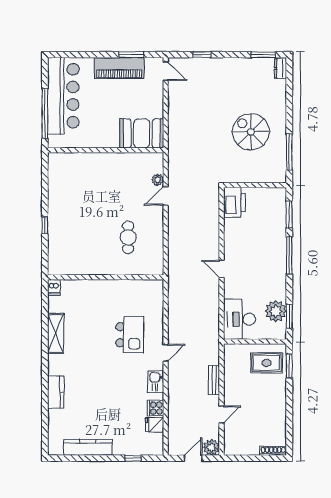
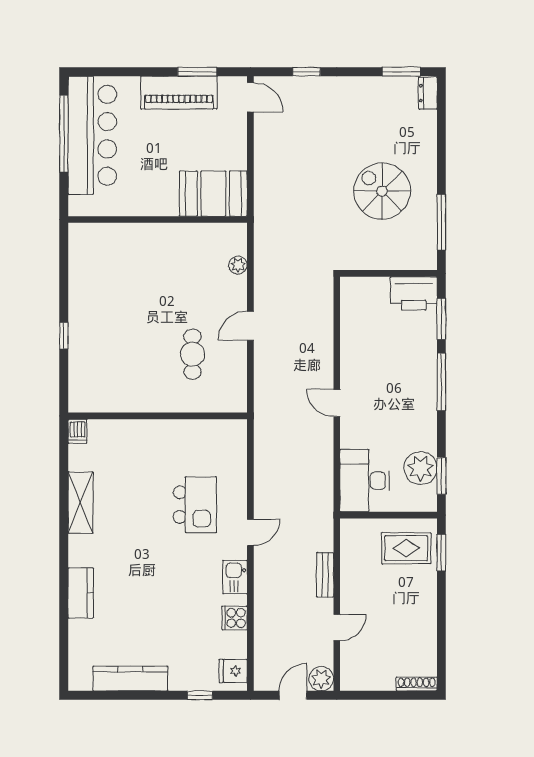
window: (45, 114) -> (64, 134), moved
door: (166, 196) -> (250, 326), moved
printer: (234, 202) -> (414, 293), moved, turned 90
fridge: (154, 425) -> (233, 671), moved

